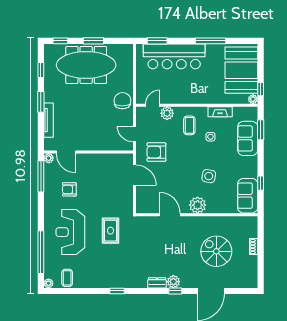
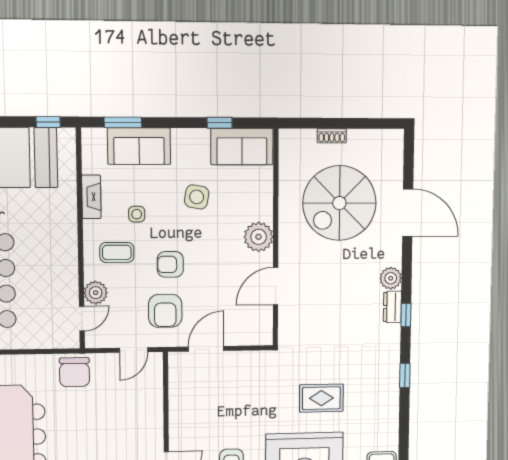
plant: (253, 99) -> (67, 136), removed
chair: (122, 101) -> (74, 372), turned -90
door: (153, 105) -> (82, 319), swing flipped
armchair: (182, 155) -> (170, 264), added
side table: (209, 176) -> (197, 197), moved
rug: (111, 231) -> (321, 398), moved
spiral stairs: (216, 251) -> (339, 203), width x1.37, depth x1.37
window: (175, 291) -> (406, 315), moved

